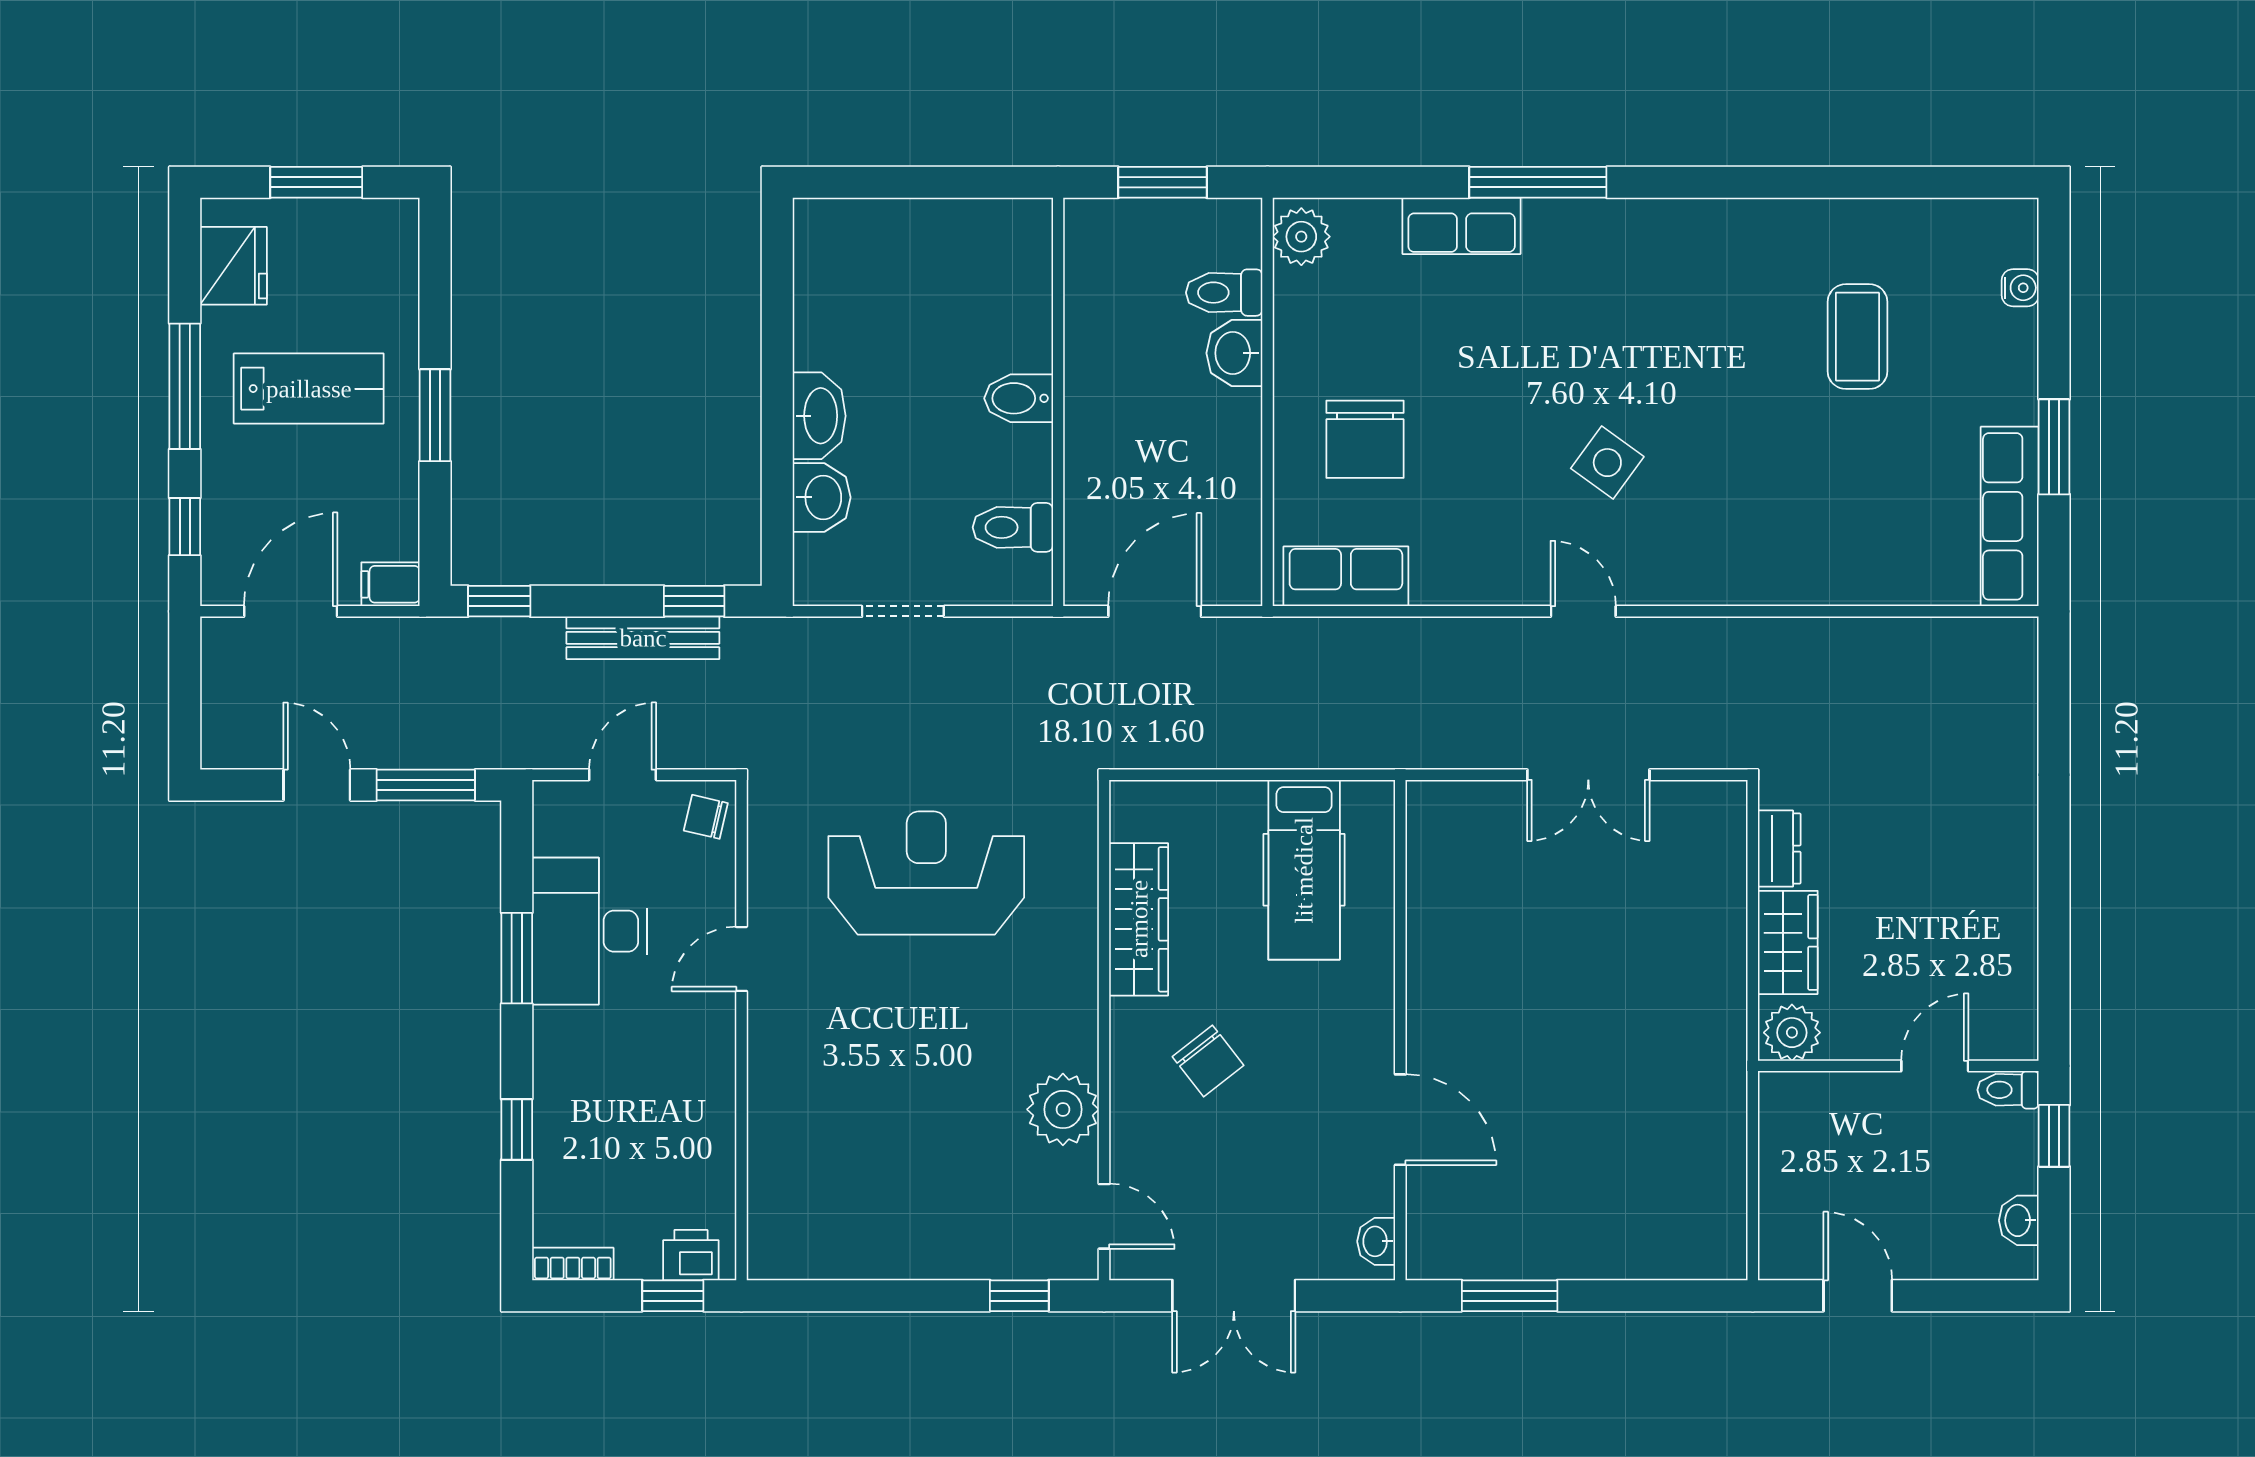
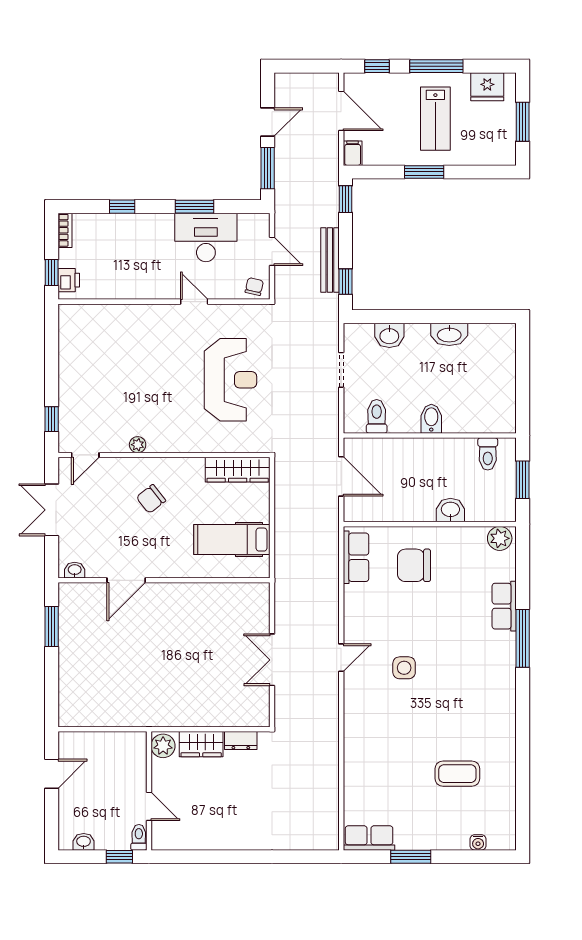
toilet: (1224, 293) -> (488, 454), moved, turned 180
washbasin: (819, 416) -> (449, 334), moved
side table: (1607, 463) -> (404, 668), turned -36
row of seats: (2010, 516) -> (369, 838), width x0.68
wardrobe: (1139, 919) -> (238, 470), moved
plant: (1063, 1109) -> (138, 445), width x0.53, depth x0.53

